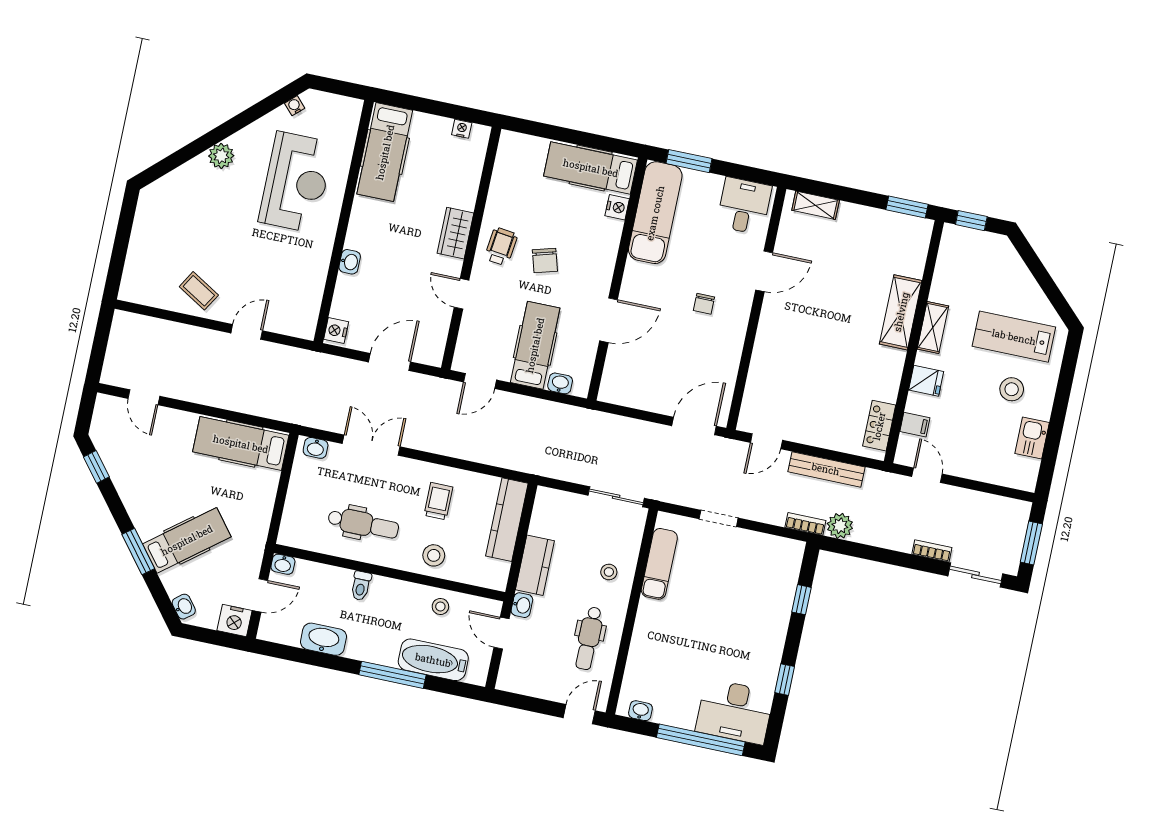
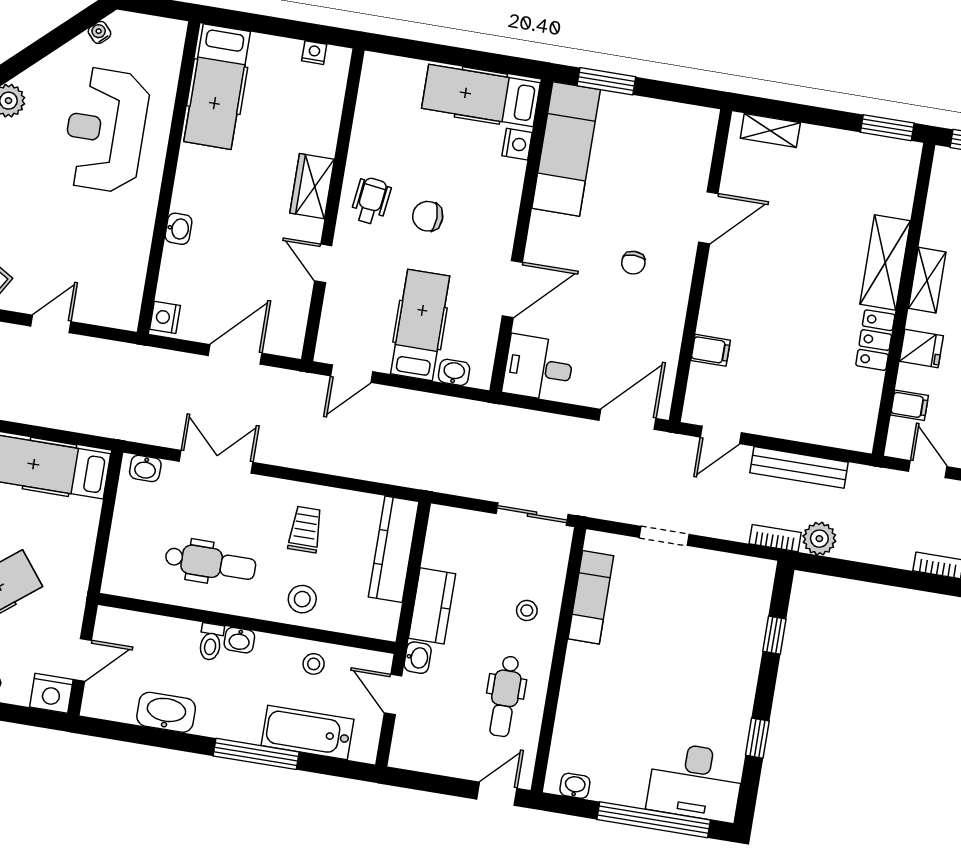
reception desk: (296, 182) -> (106, 130), turned 180
desk: (744, 206) -> (538, 368), moved, turned -90
chair: (545, 261) -> (428, 216), turned 106
filing cabinet: (761, 375) -> (711, 350), added
locker: (879, 426) -> (875, 340), moved
washbasin: (283, 564) -> (239, 640), moved

